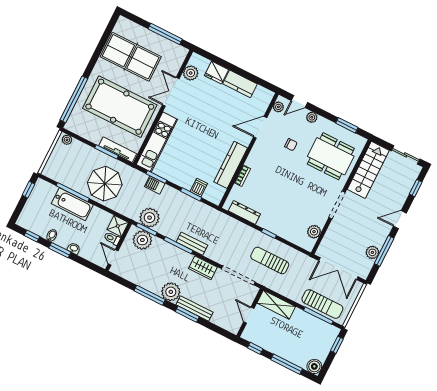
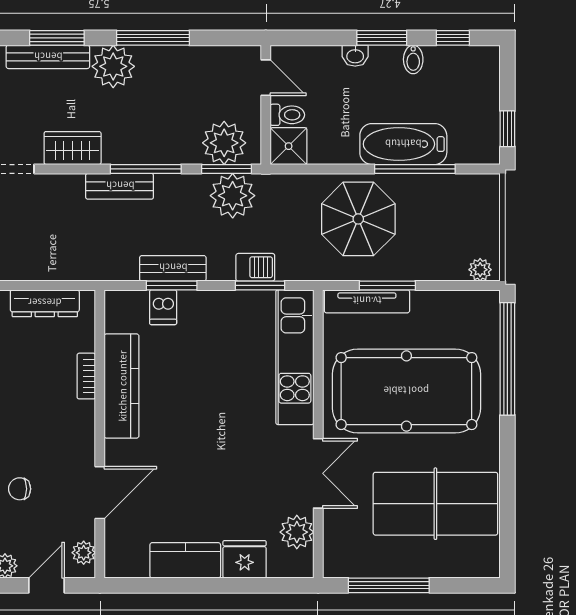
bench: (187, 201) -> (173, 268), added

